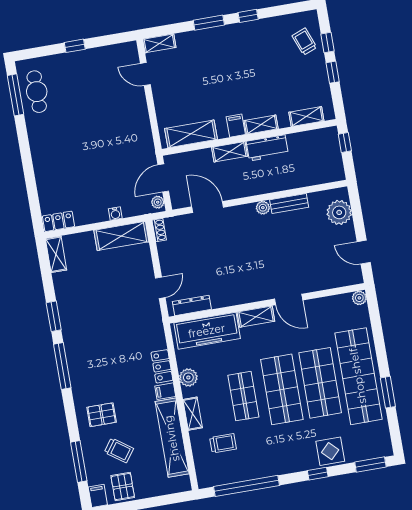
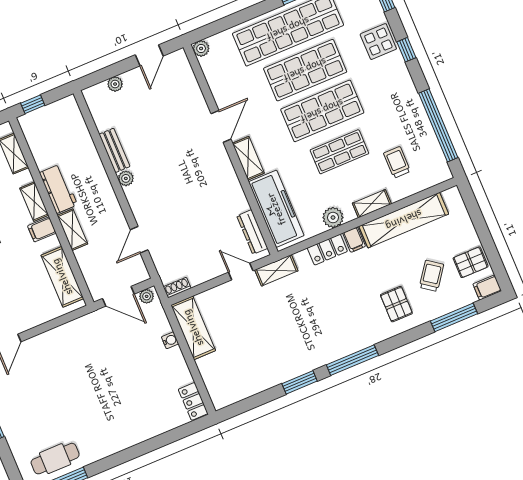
door: (208, 207) -> (139, 240), width x0.73
plant: (339, 212) -> (115, 84), width x0.53, depth x0.53
shelving: (56, 254) -> (276, 270), moved

